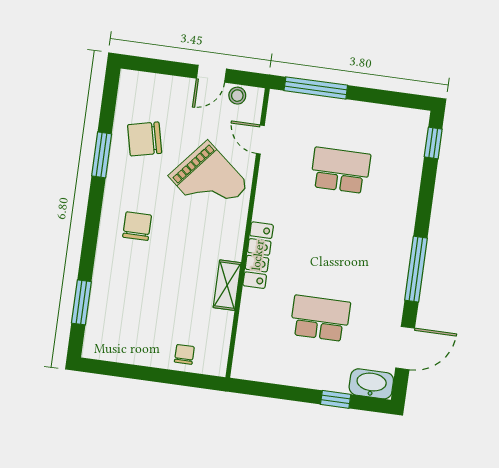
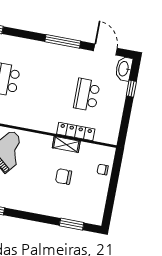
chair: (137, 226) -> (64, 177), moved
locker: (258, 255) -> (76, 131), moved

